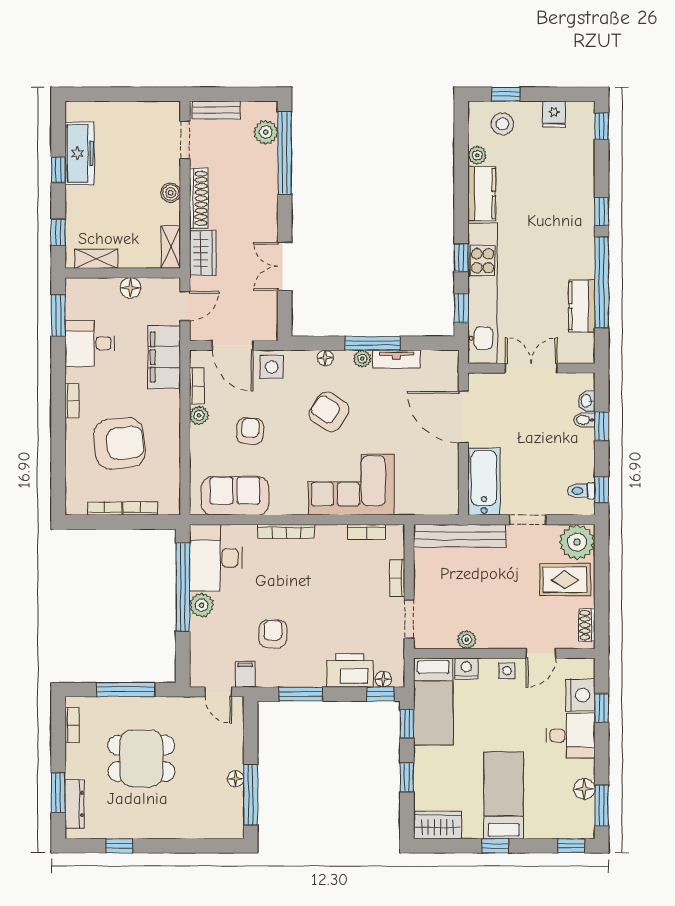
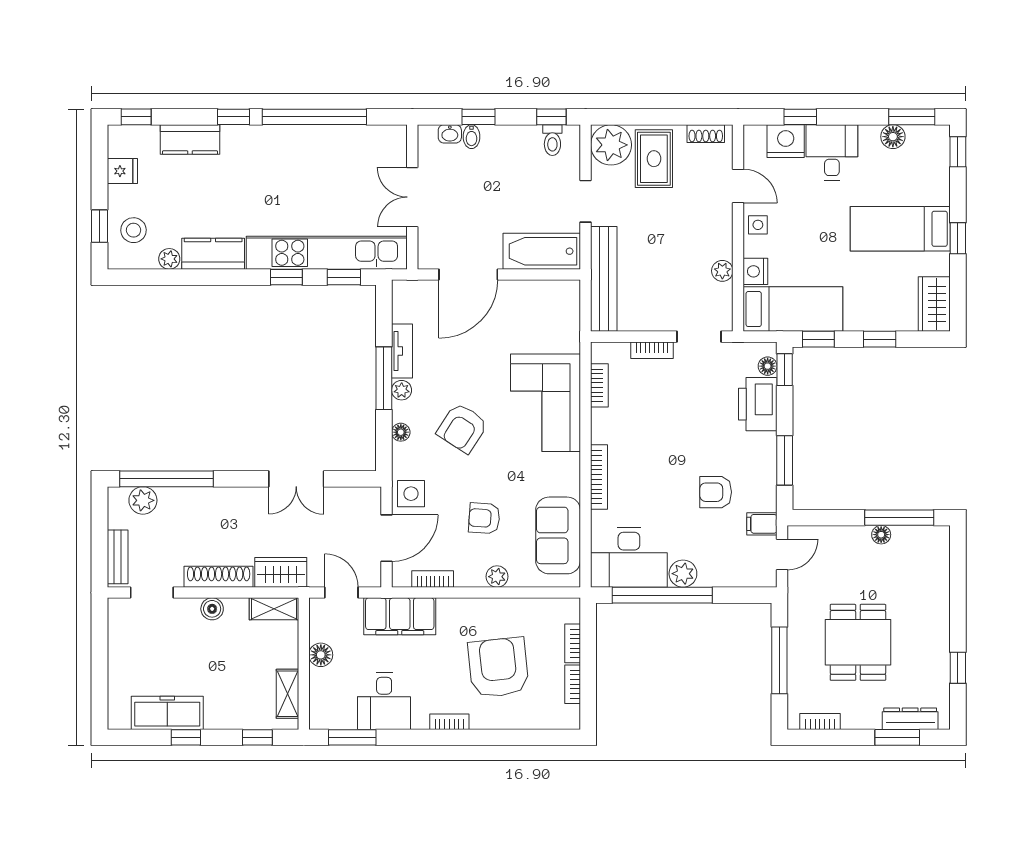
kitchen counter: (582, 306) -> (190, 139), moved
plant: (199, 415) -> (497, 577), moved

